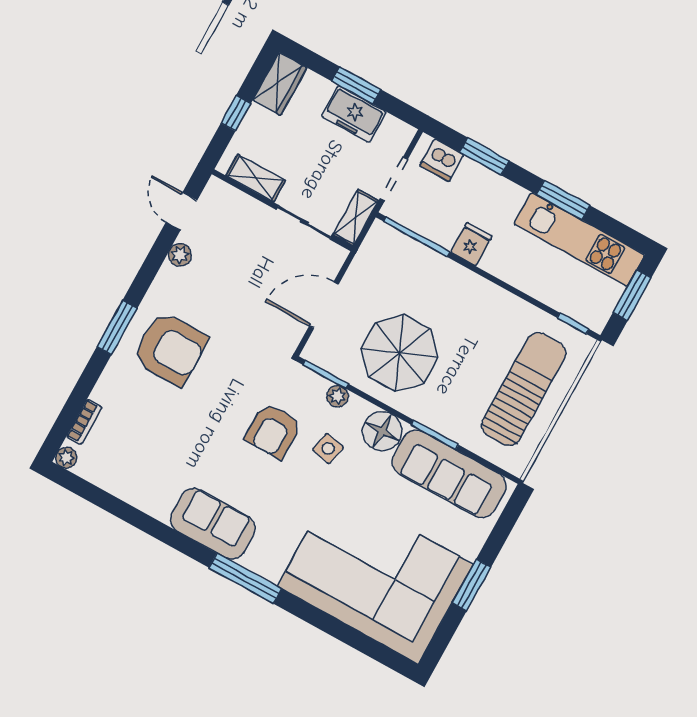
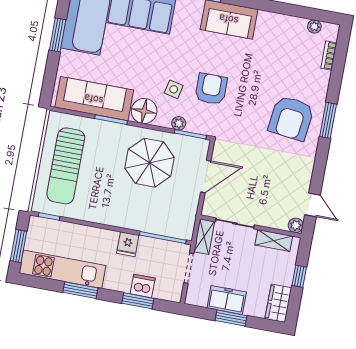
dishwasher: (442, 160) -> (143, 286), moved
plant: (180, 255) -> (296, 225), moved
armchair: (170, 349) -> (291, 118), turned -83
plant: (66, 458) -> (314, 26), moved

